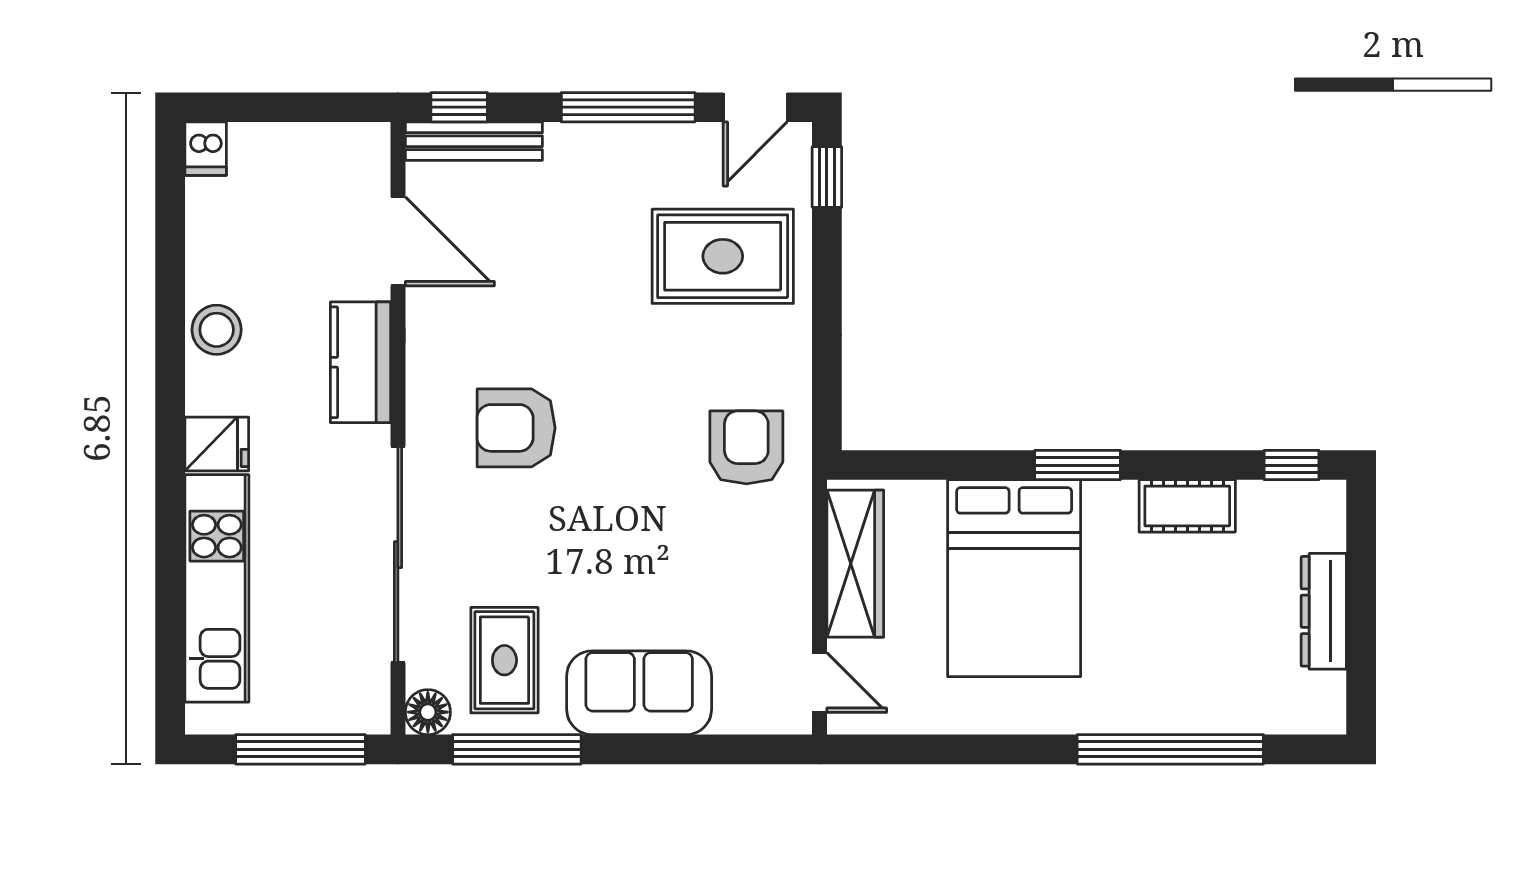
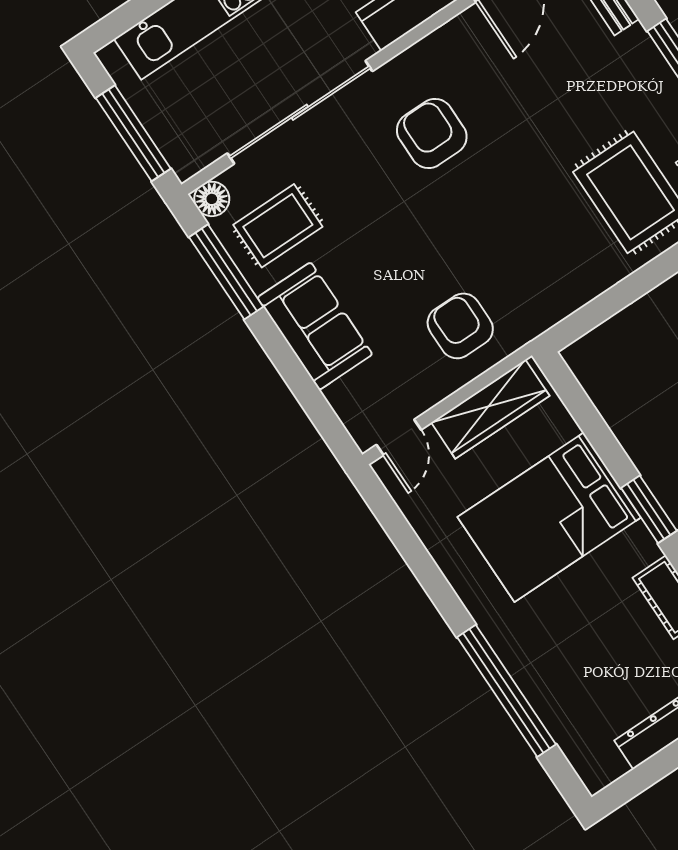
armchair: (746, 447) -> (460, 326), moved, turned -90

